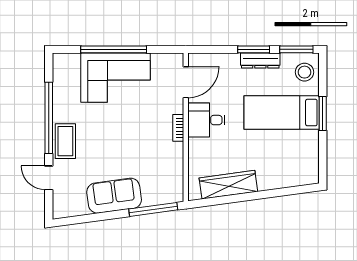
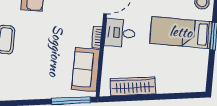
sofa: (114, 196) -> (86, 70), moved, turned -82

